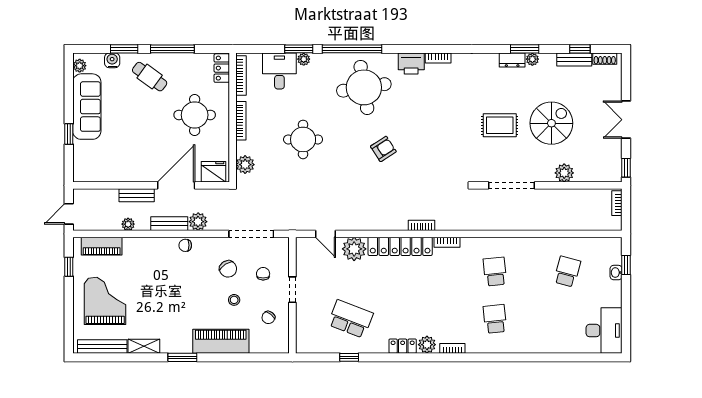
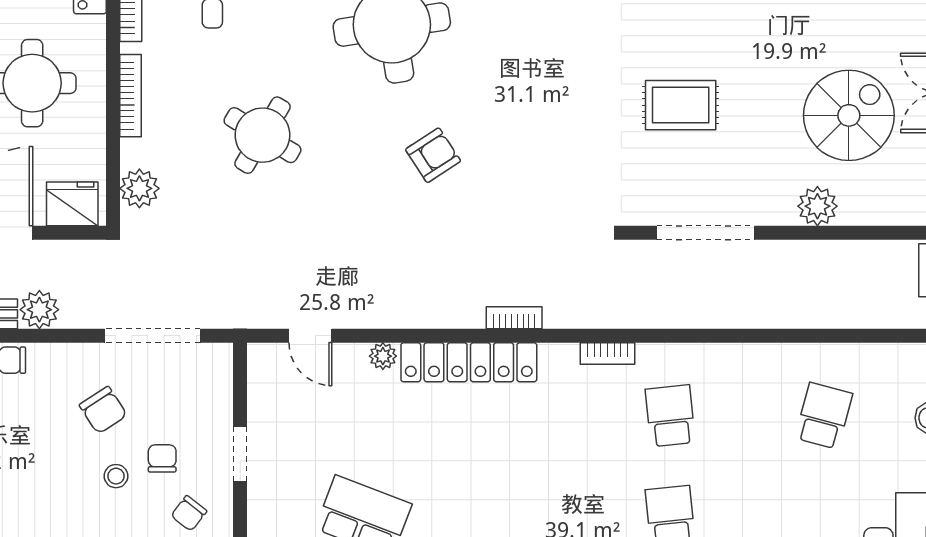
spiral stairs: (551, 123) -> (849, 115), moved
round table: (303, 139) -> (262, 135), turned 31
bookcase: (447, 242) -> (608, 353), moved
plant: (354, 249) -> (383, 356), width x0.53, depth x0.53
chair: (263, 274) -> (162, 458), moved

